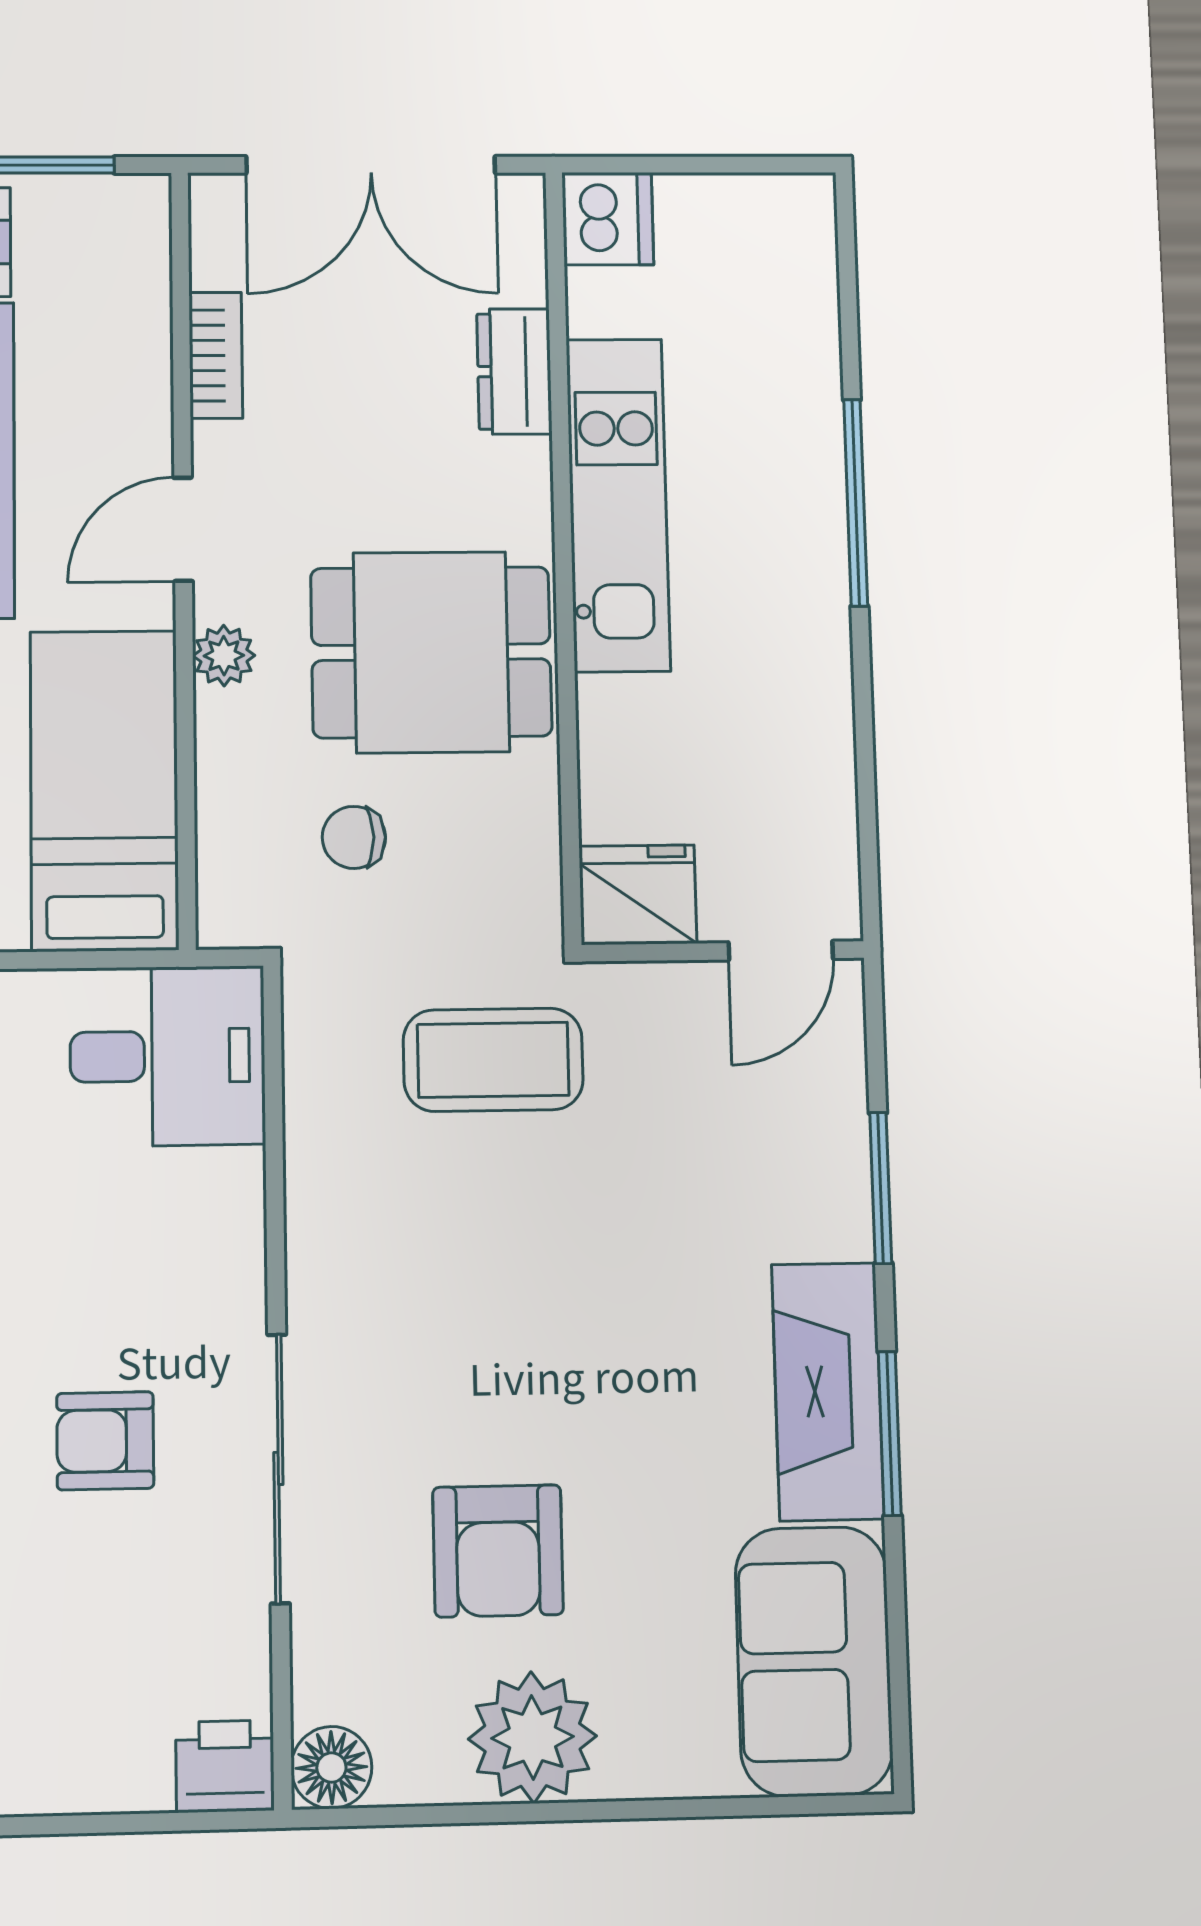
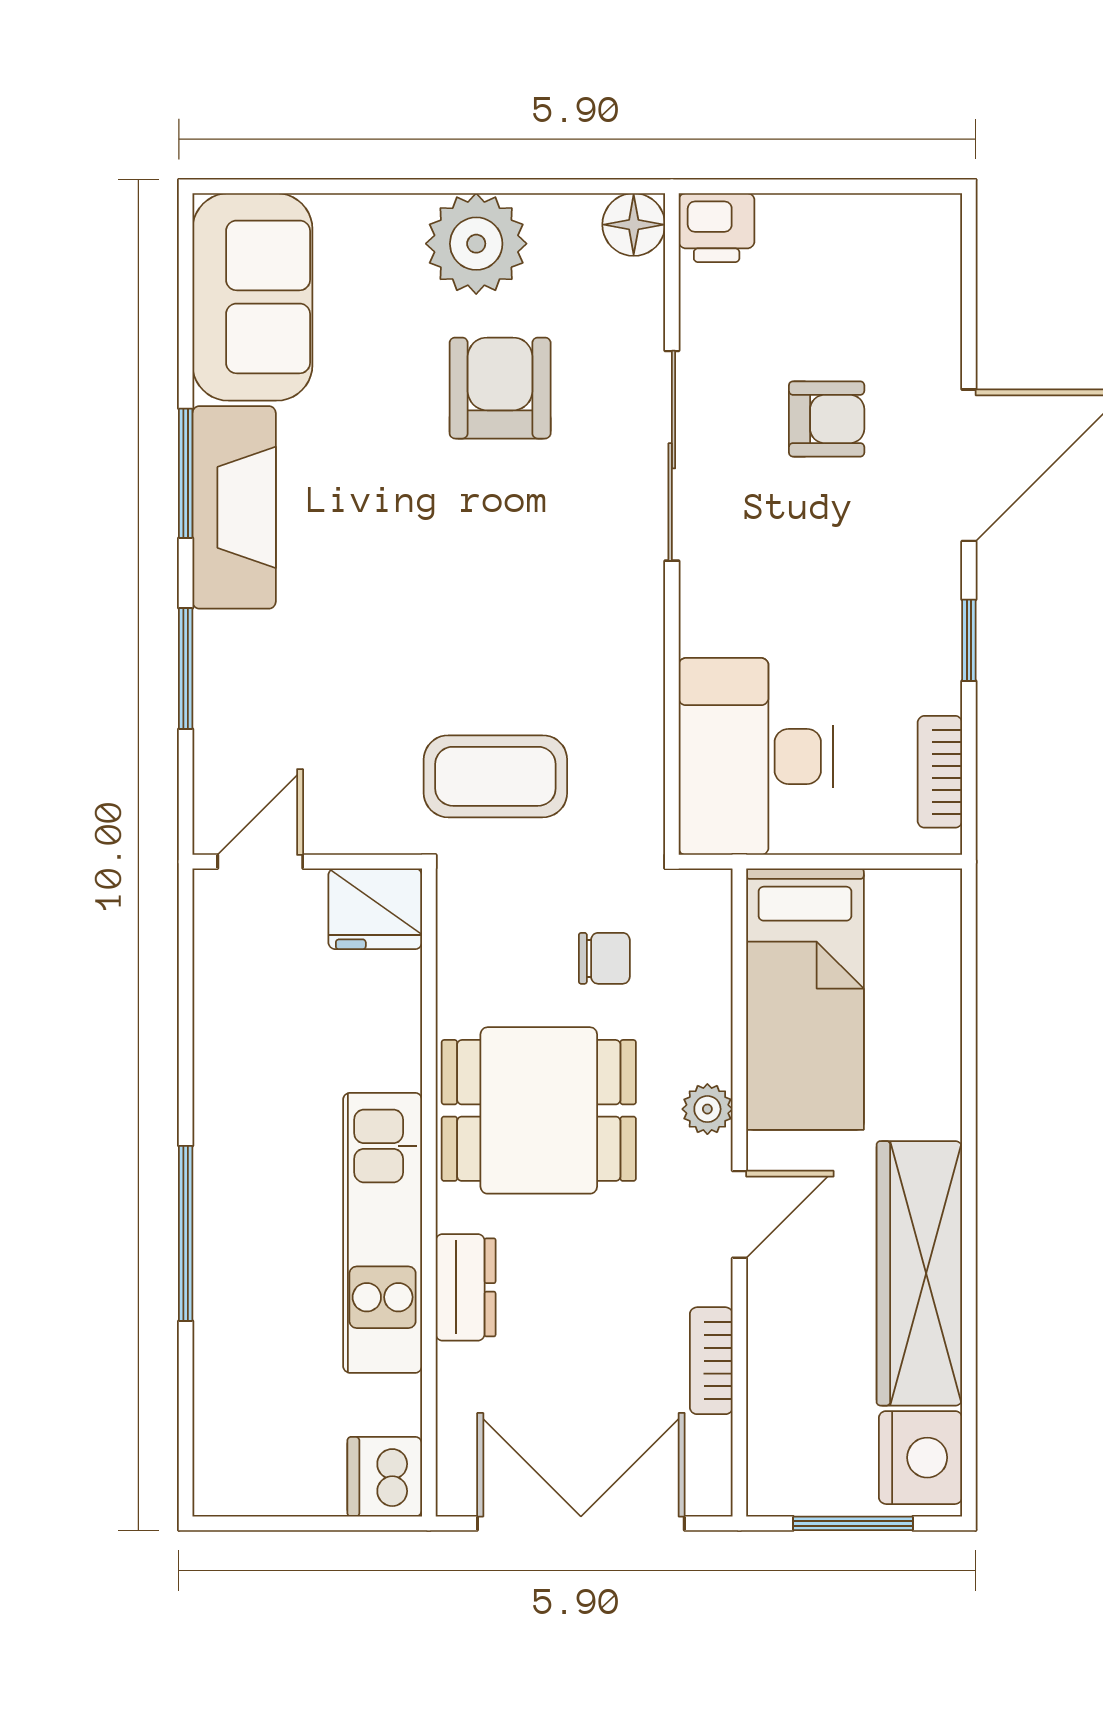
dresser: (514, 371) -> (466, 1287), moved
desk: (168, 1056) -> (756, 756), width x1.37
armchair: (105, 1441) -> (827, 419), moved

